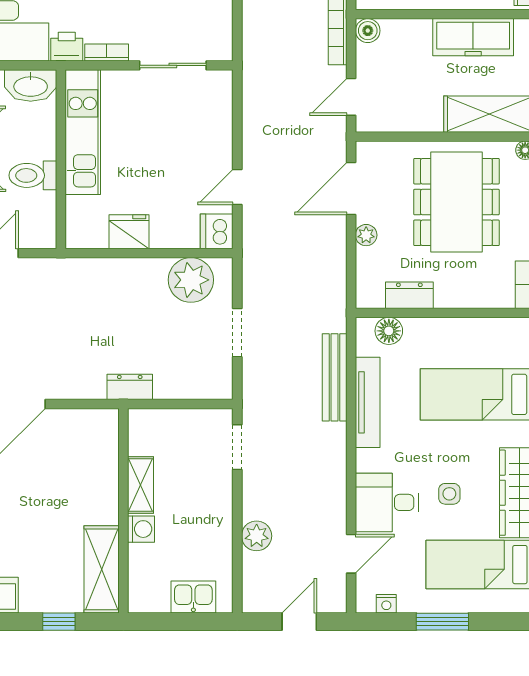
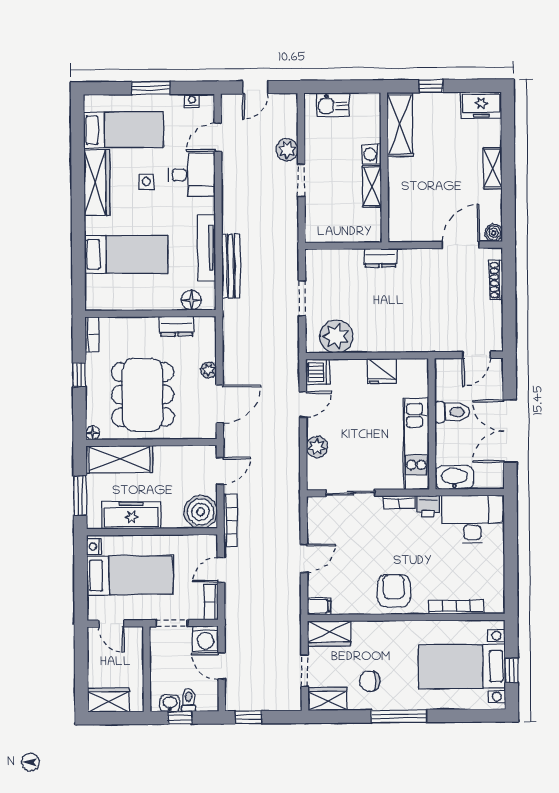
boiler: (368, 31) -> (201, 512), width x1.86, depth x1.86
plant: (218, 129) -> (317, 447), added
doorway: (237, 447) -> (301, 181), moved

